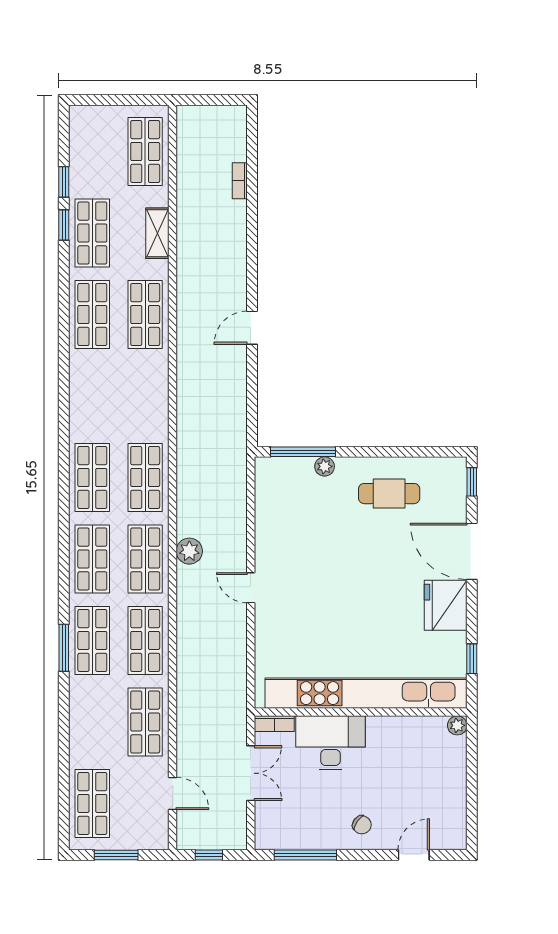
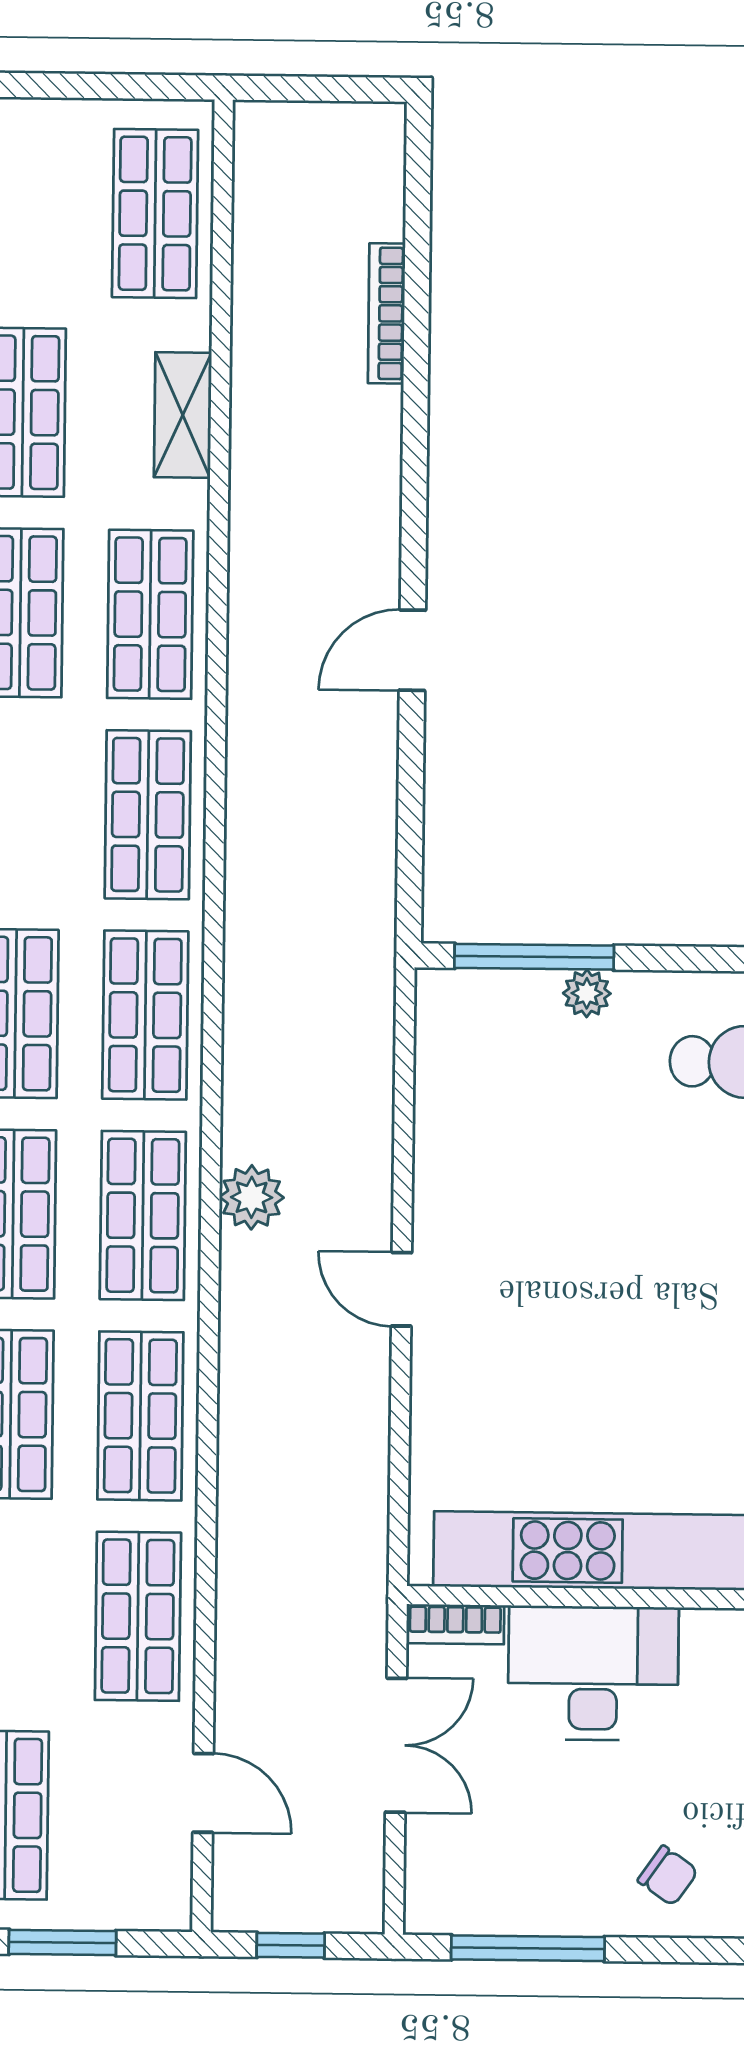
bookcase: (240, 181) -> (387, 313), width x1.56
shop shelf: (145, 396) -> (148, 815), added

